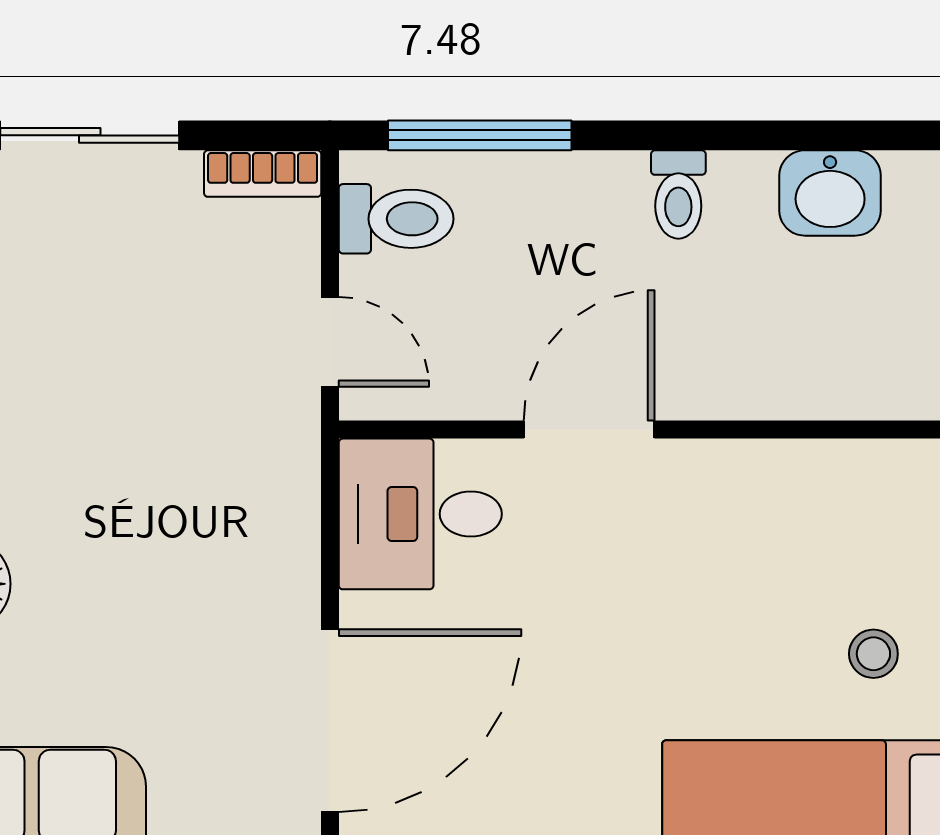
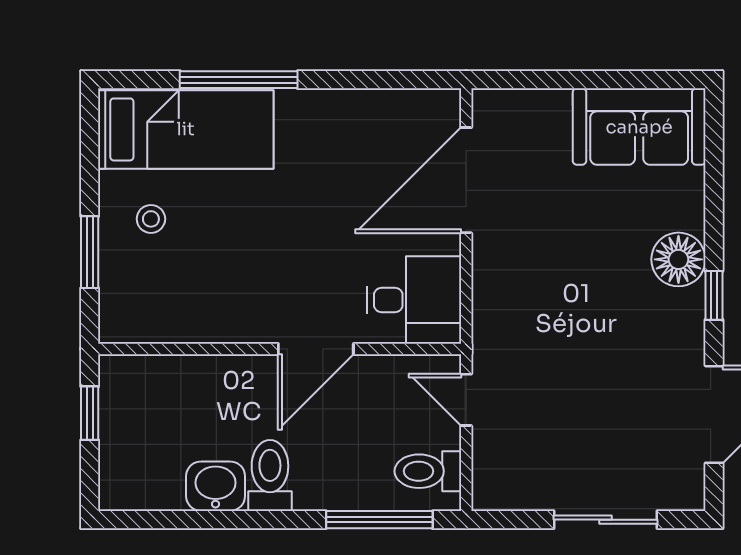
bookcase: (263, 174) -> (505, 497), removed
washbasin: (830, 193) -> (216, 486), moved
toilet: (678, 194) -> (270, 475), width x1.37, depth x1.39

